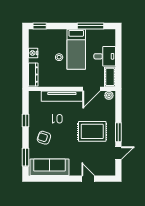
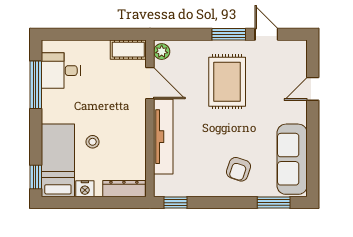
bed: (76, 49) -> (58, 160), moved, turned -90
desk: (105, 56) -> (61, 71), moved, turned -90
window: (26, 121) -> (175, 203), moved

